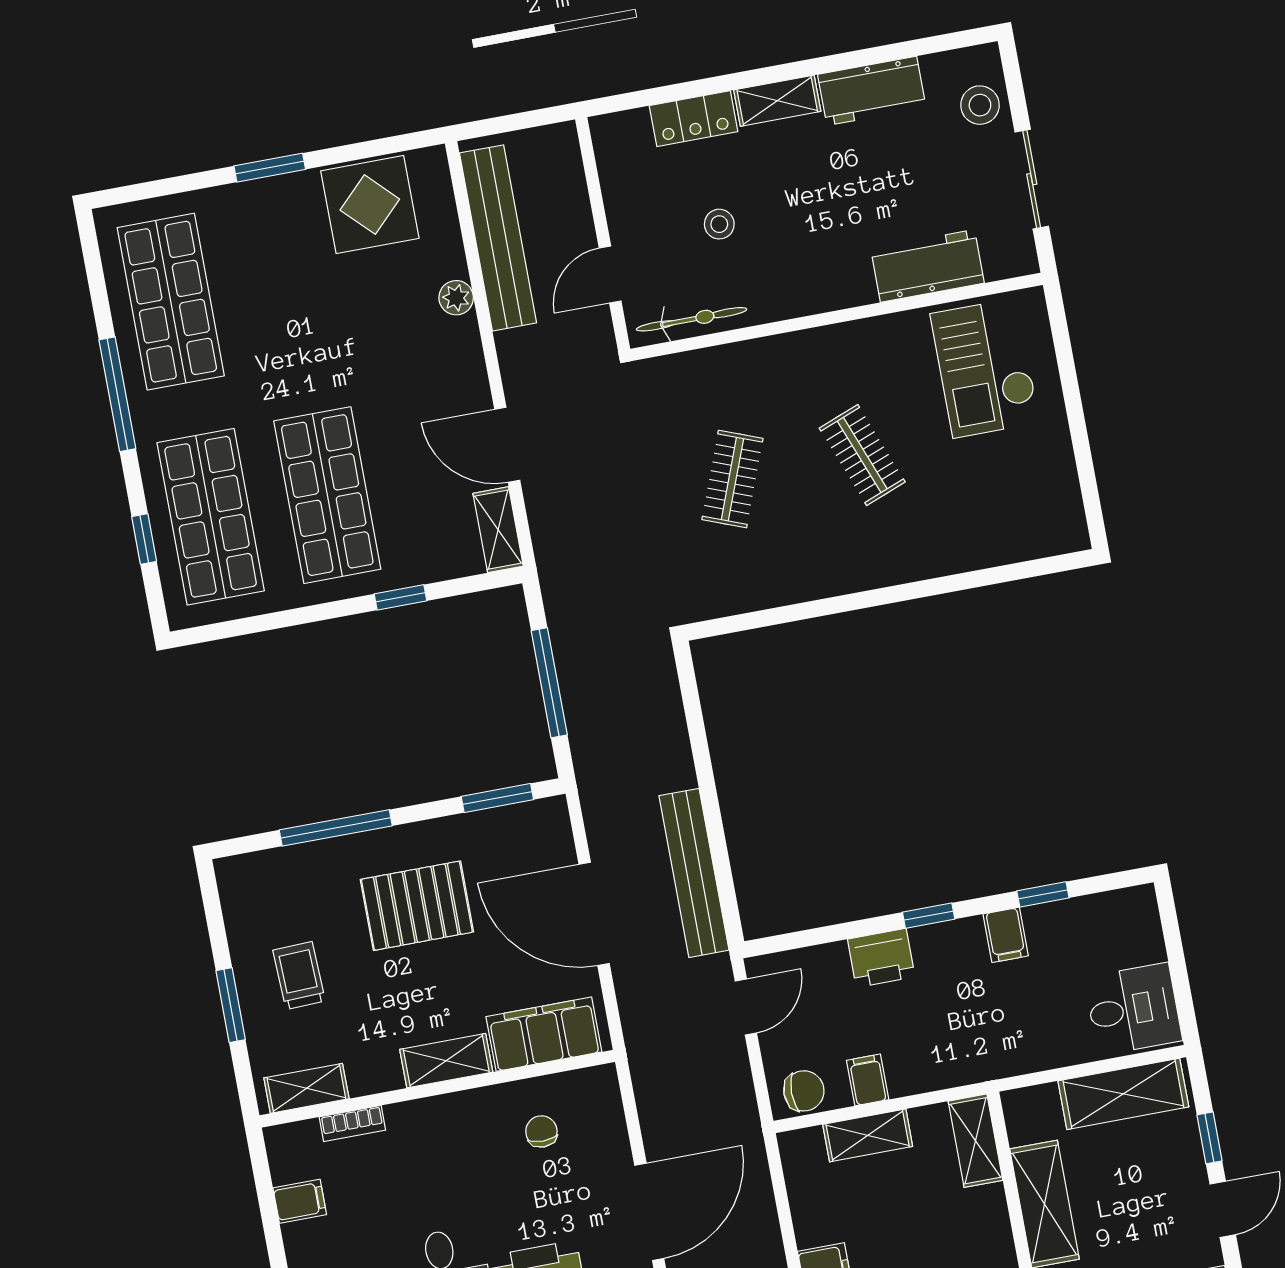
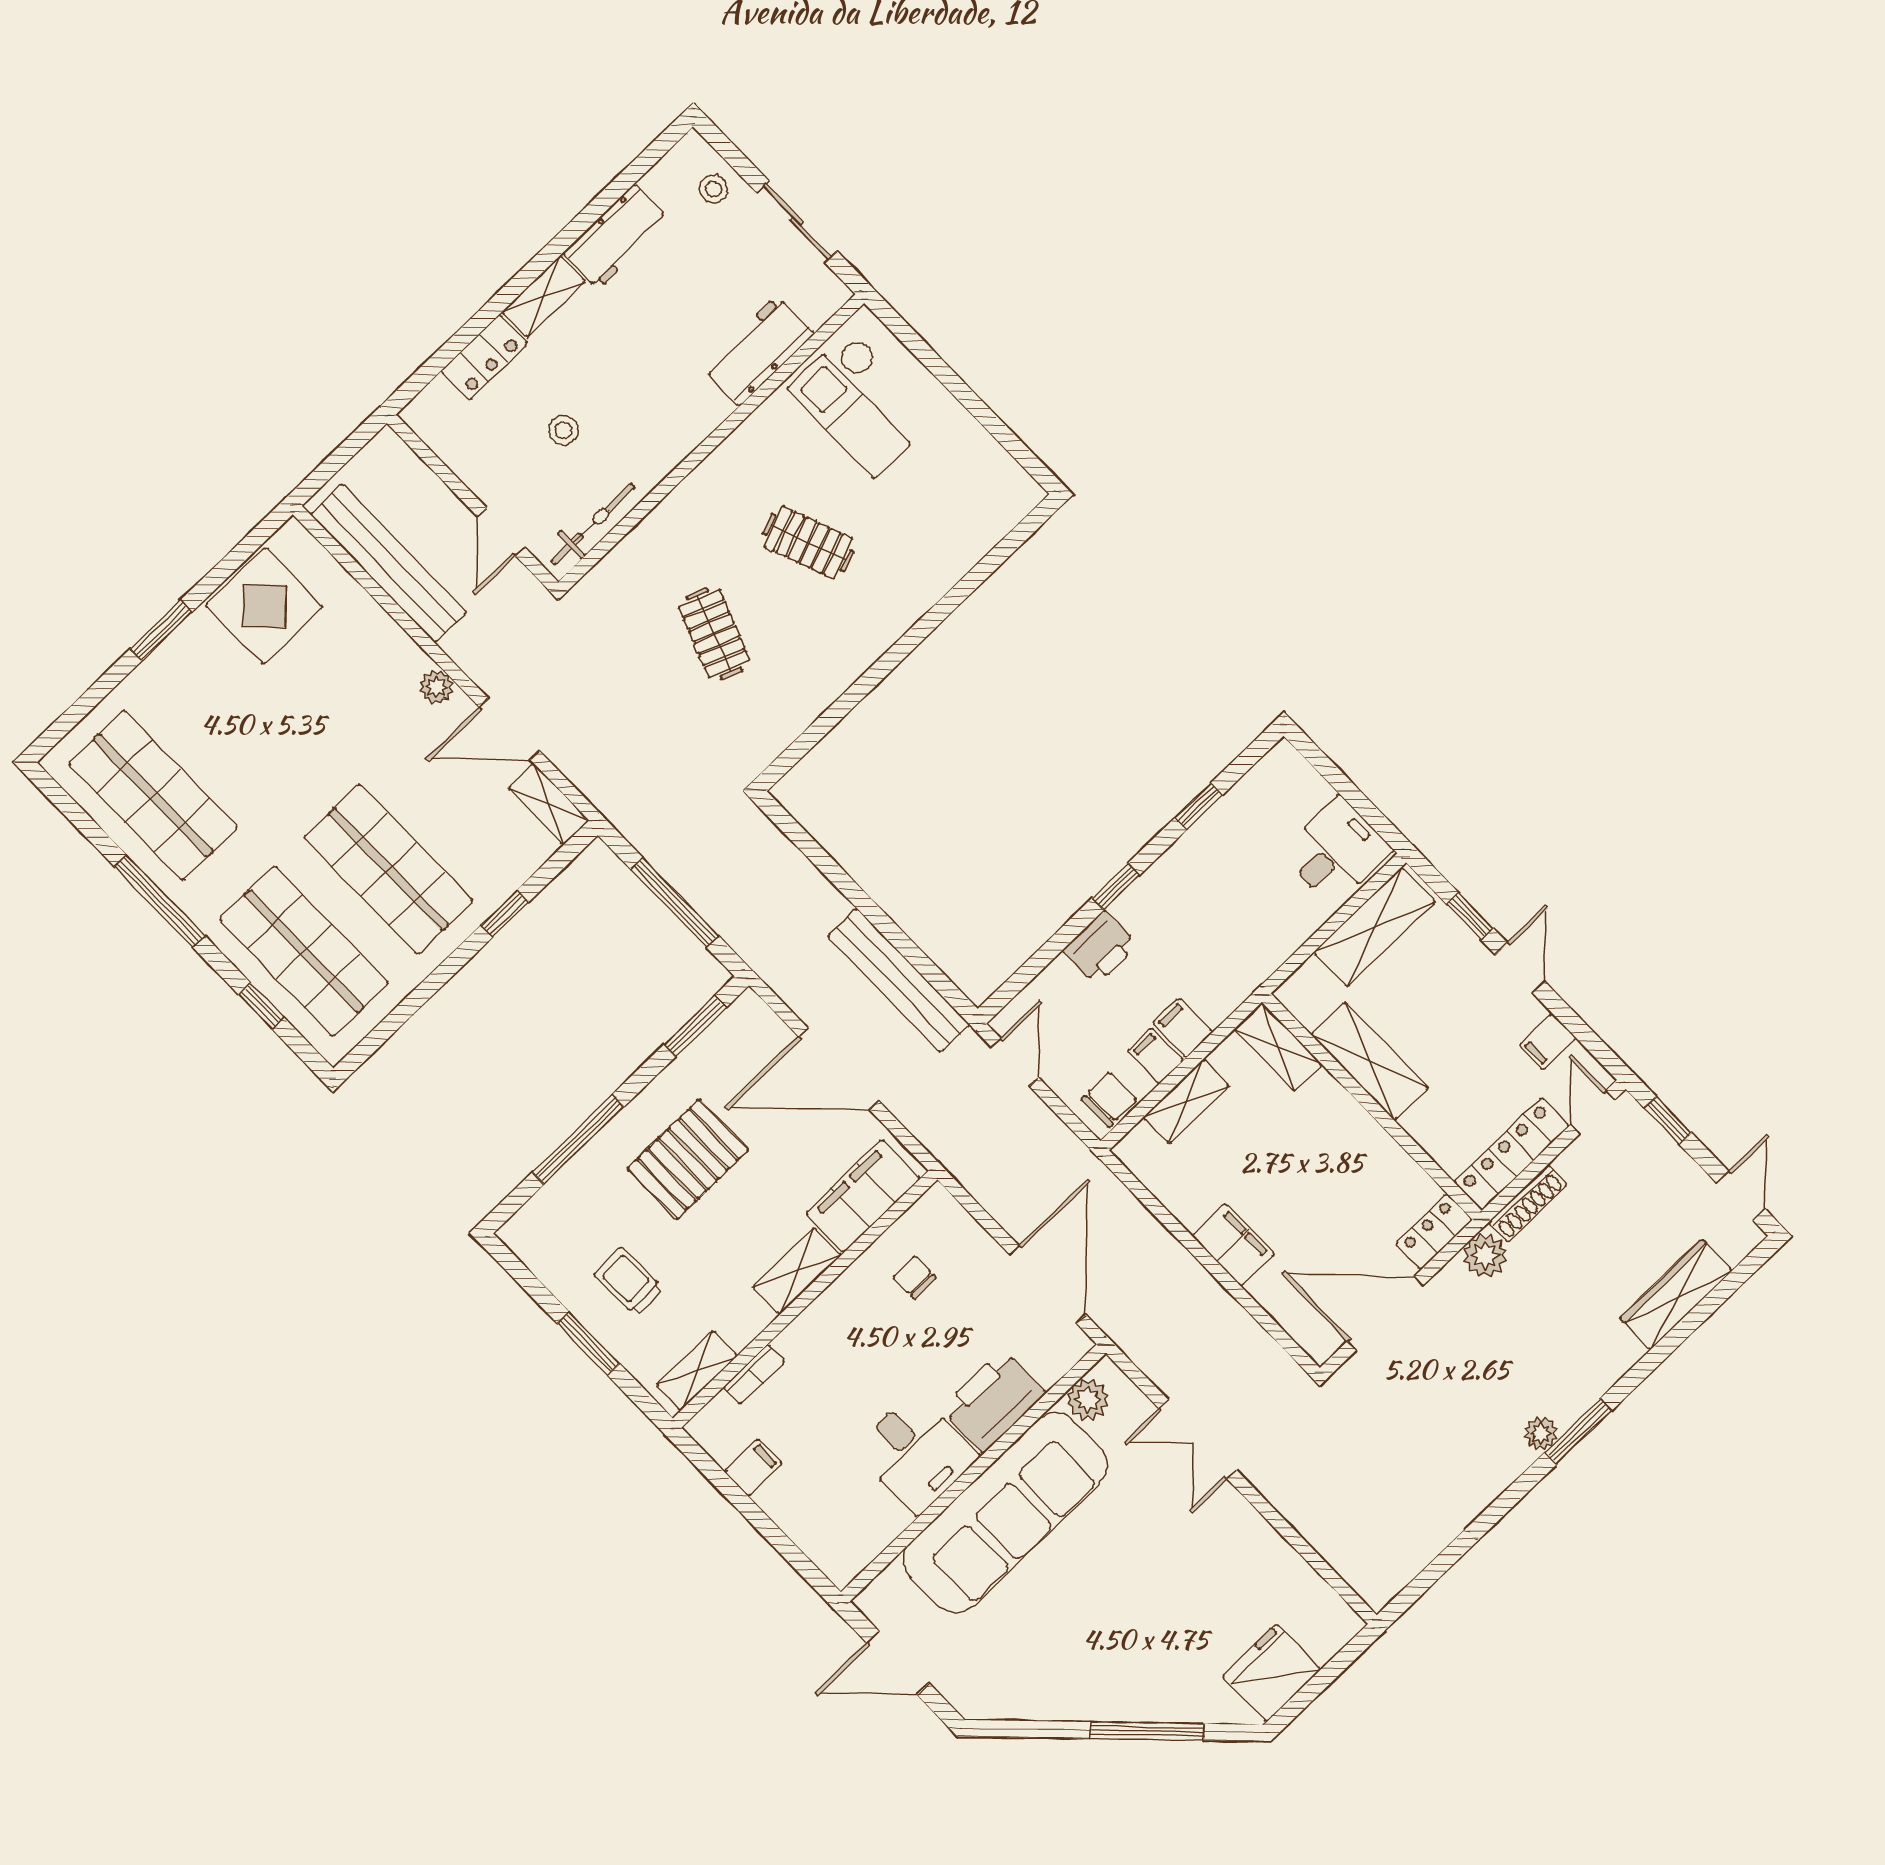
stool: (980, 105) -> (714, 189), width x0.73, depth x0.73
plant: (456, 298) -> (436, 687), moved
filing cabinet: (1006, 935) -> (1182, 1028), moved, turned 180

